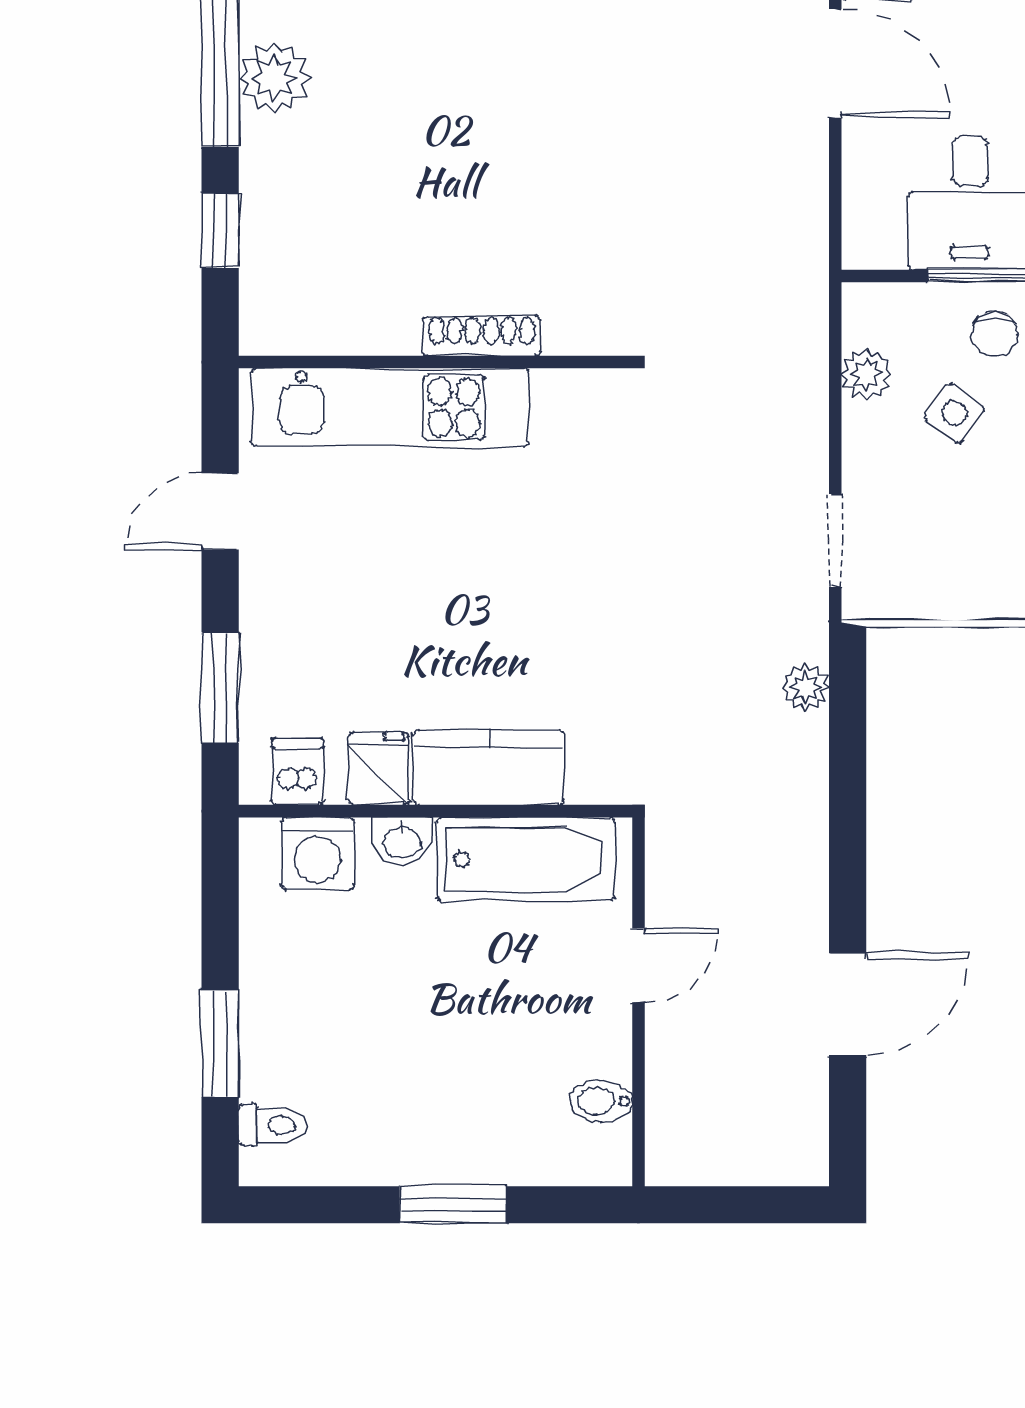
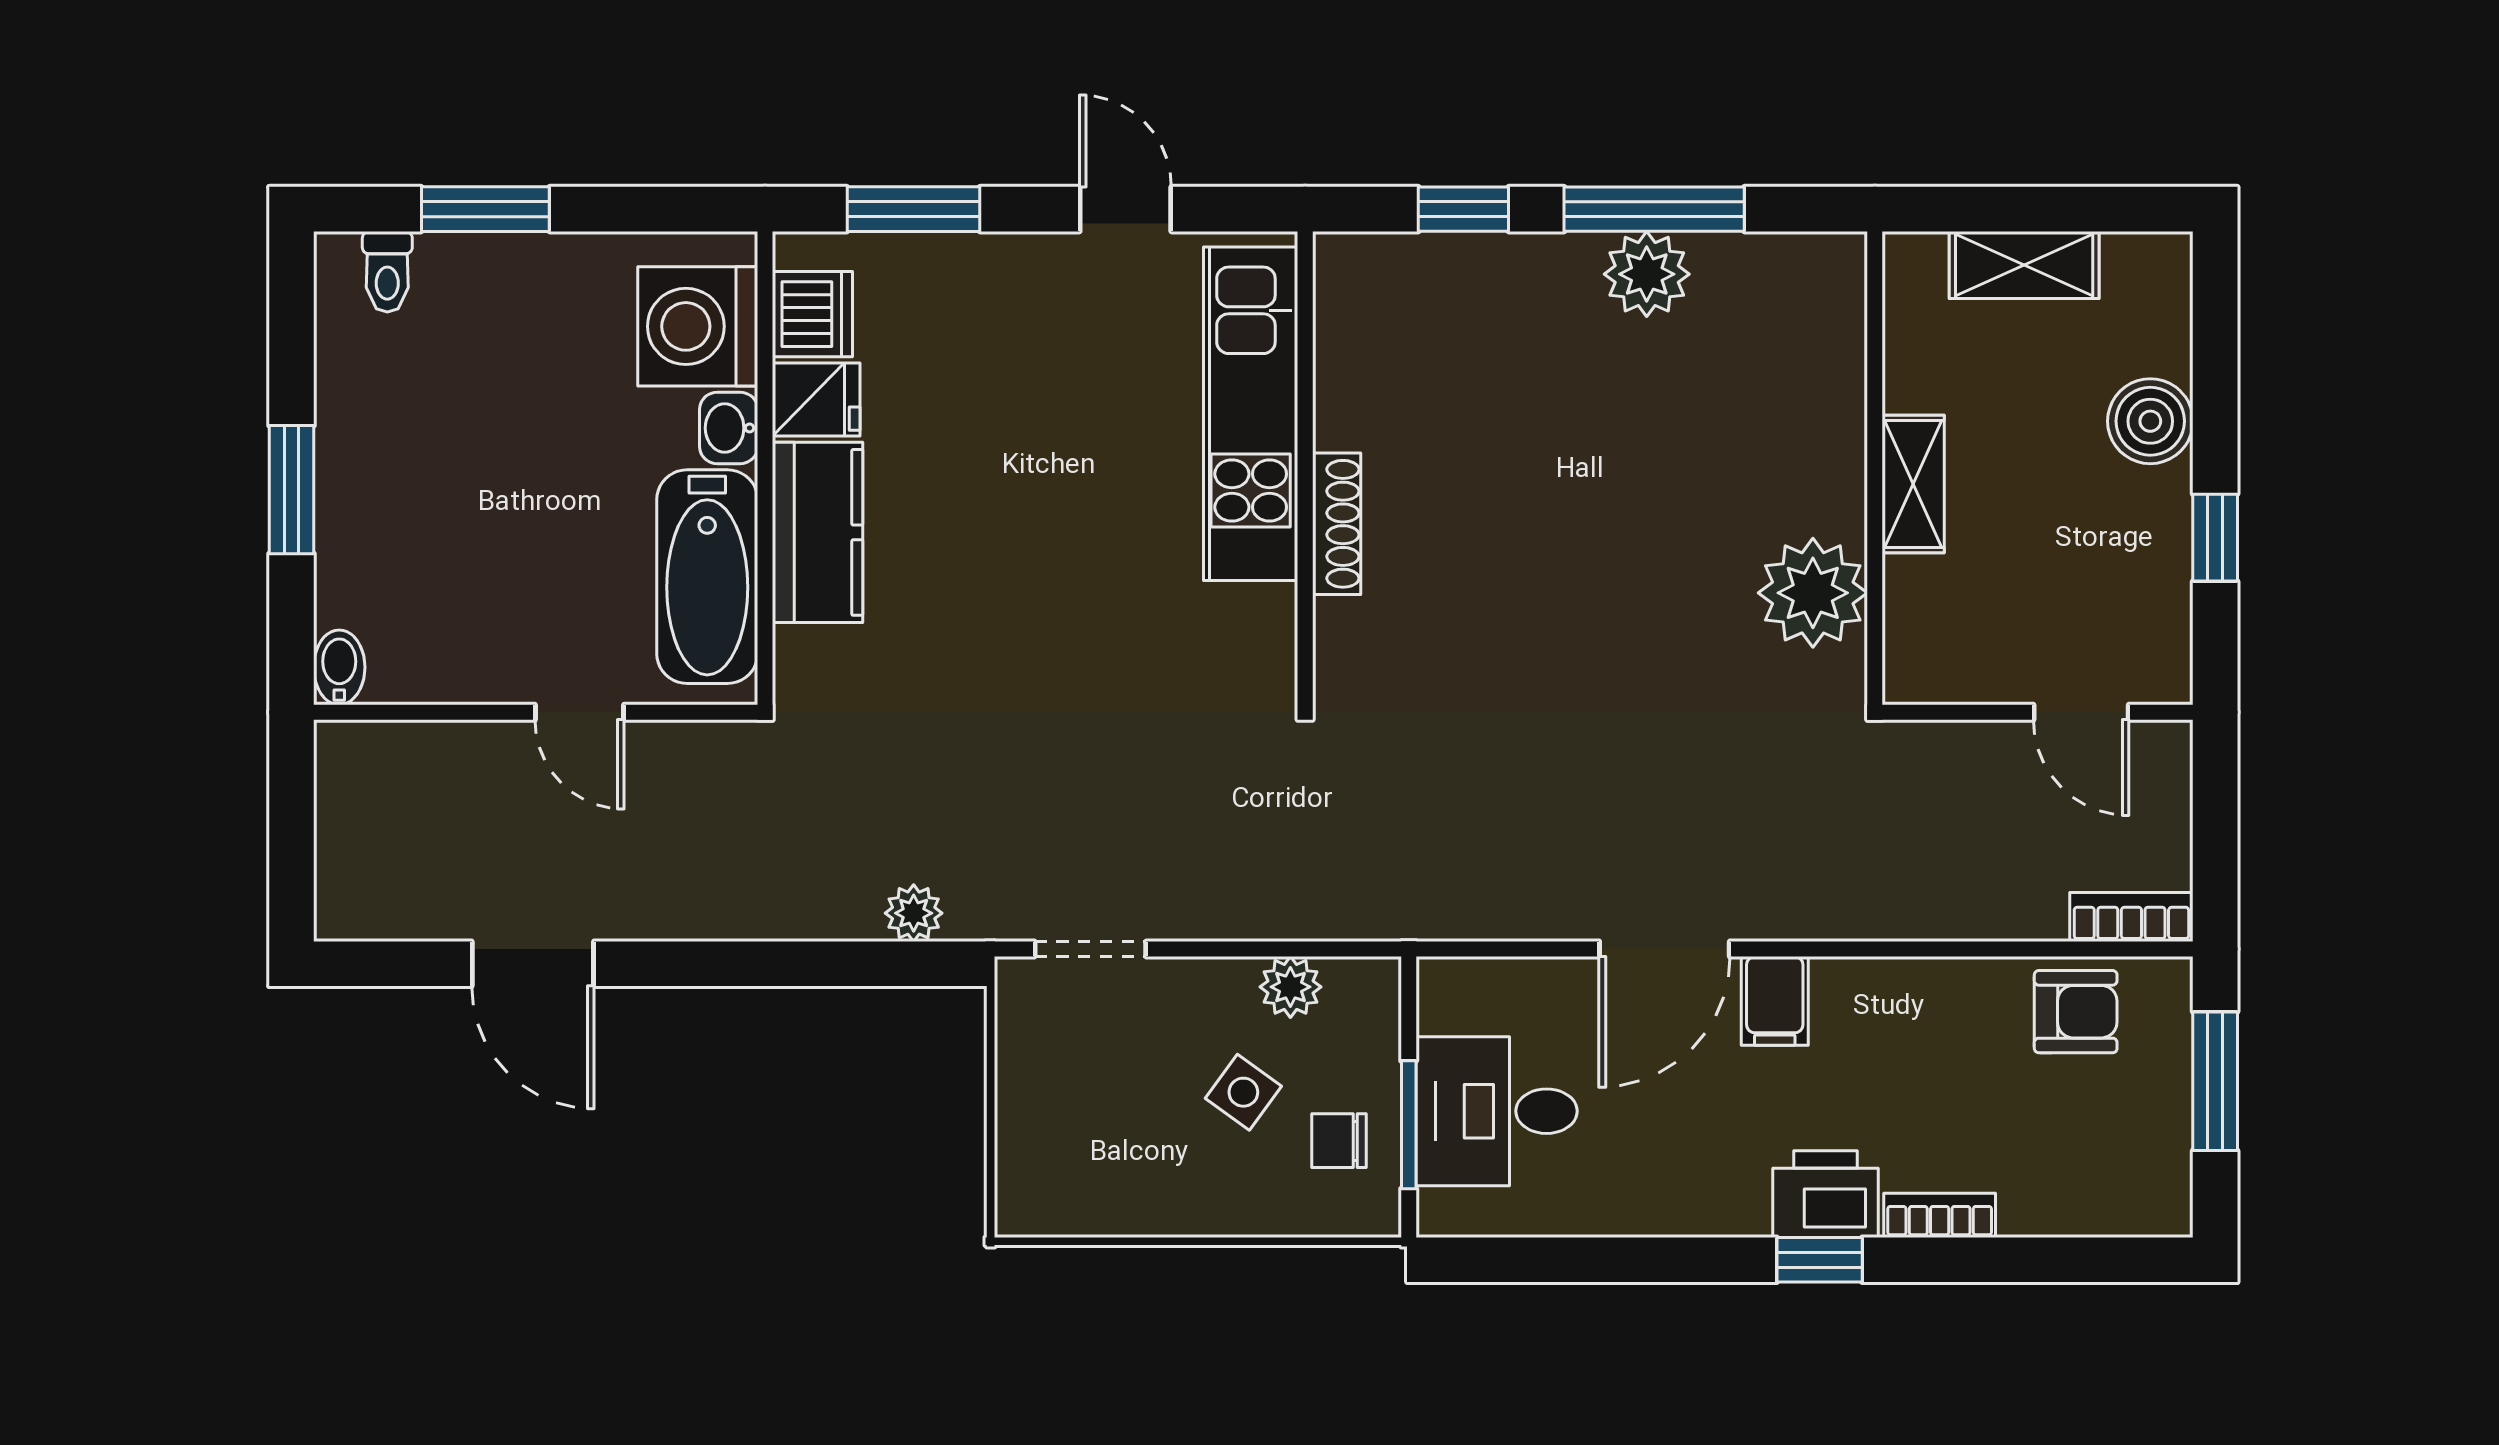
dishwasher: (298, 772) -> (812, 314), width x1.38
washing machine: (318, 854) -> (698, 326), width x1.37, depth x1.37
bidet: (601, 1101) -> (339, 667), moved

